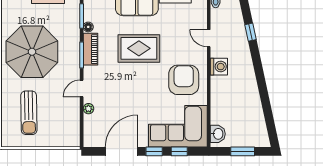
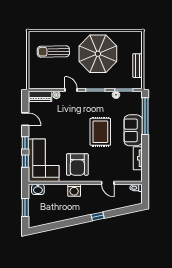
window: (250, 32) -> (98, 216), moved
door: (209, 38) -> (108, 183), swing flipped
piano: (90, 49) -> (40, 96), moved
washing machine: (219, 67) -> (74, 190), moved
armchair: (184, 80) -> (77, 164), turned 90
door: (122, 151) -> (25, 119), width x0.53

